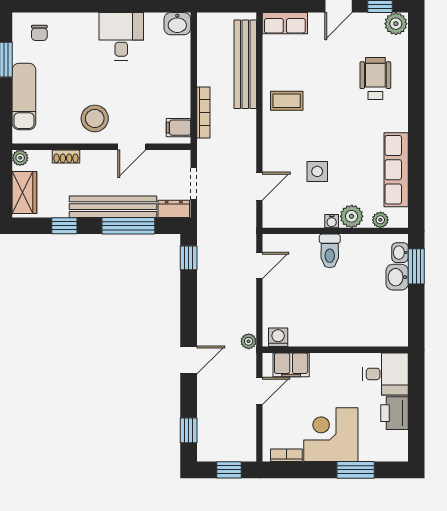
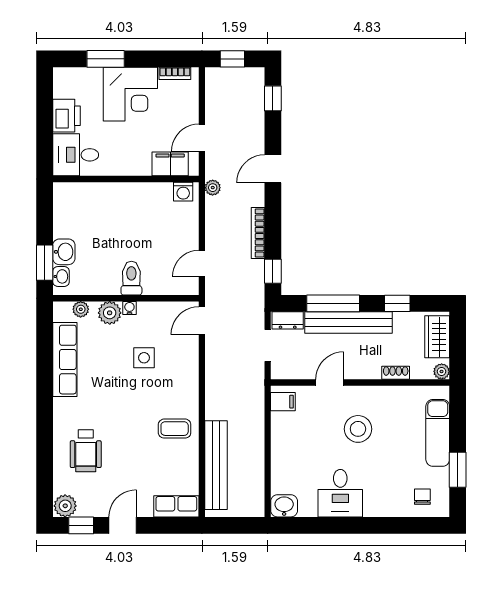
bookcase: (203, 112) -> (258, 233), moved
stool: (95, 118) -> (358, 429), moved
door: (259, 186) -> (202, 321), moved

